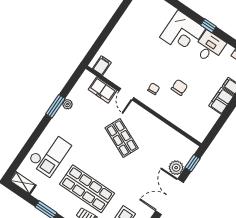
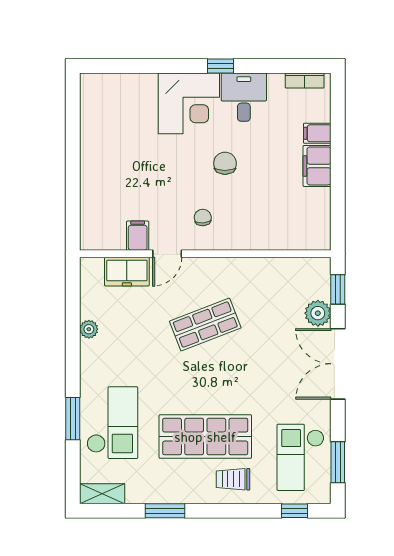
filing cabinet: (102, 66) -> (138, 236), moved
chair: (179, 87) -> (225, 163), moved
door: (126, 94) -> (167, 254), hinge flipped
window: (55, 106) -> (73, 419), moved
shop shelf: (122, 138) -> (205, 325), turned -45

